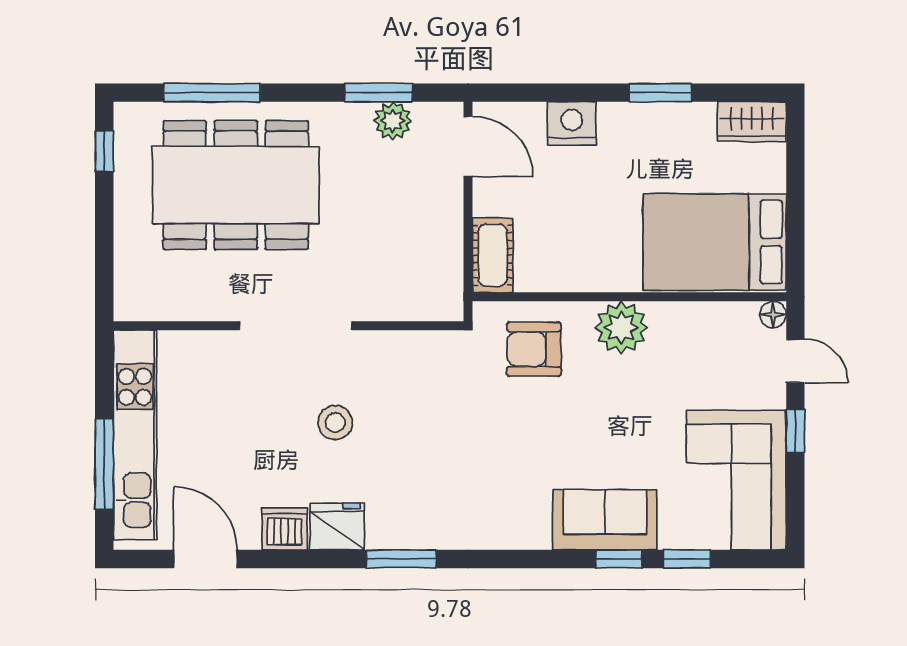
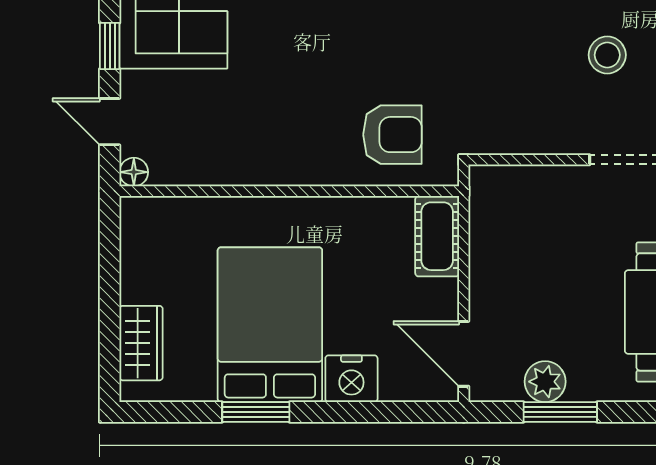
wardrobe: (752, 122) -> (141, 343), moved, turned 90
bed: (715, 242) -> (270, 325), moved, turned -90
plant: (621, 327) -> (298, 158), removed

